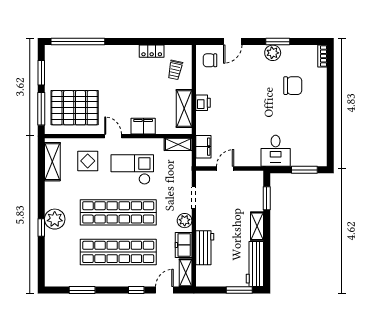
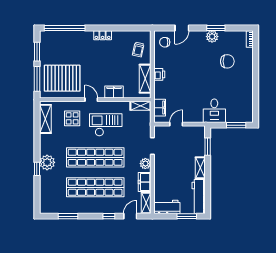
locker: (152, 51) -> (103, 35), moved
workbench: (205, 248) -> (167, 207), moved, turned -90

